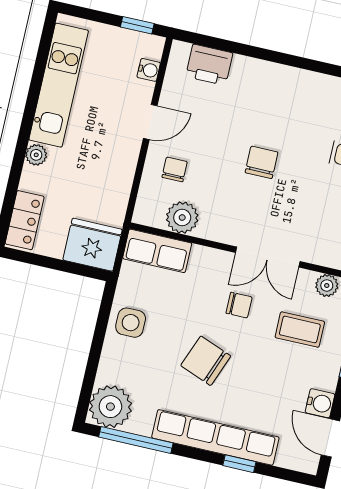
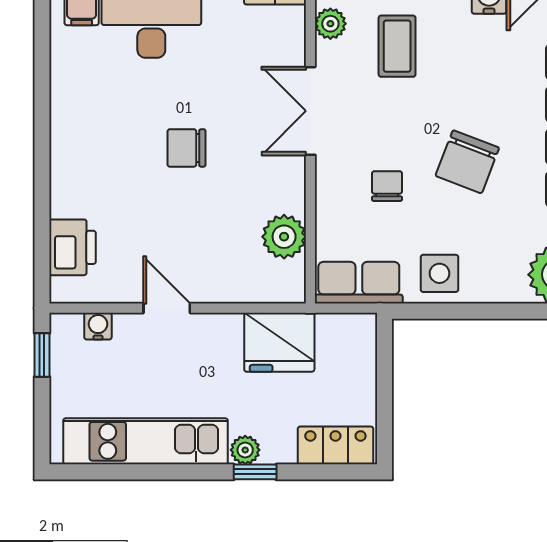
window: (19, 158) -> (255, 472), added
chair: (175, 169) -> (222, 261), removed
fridge: (93, 245) -> (279, 342), moved, turned -90
row of seats: (157, 251) -> (359, 283), moved, turned -90
double door: (268, 257) -> (310, 111), swing flipped
chair: (239, 305) -> (387, 186), moved

